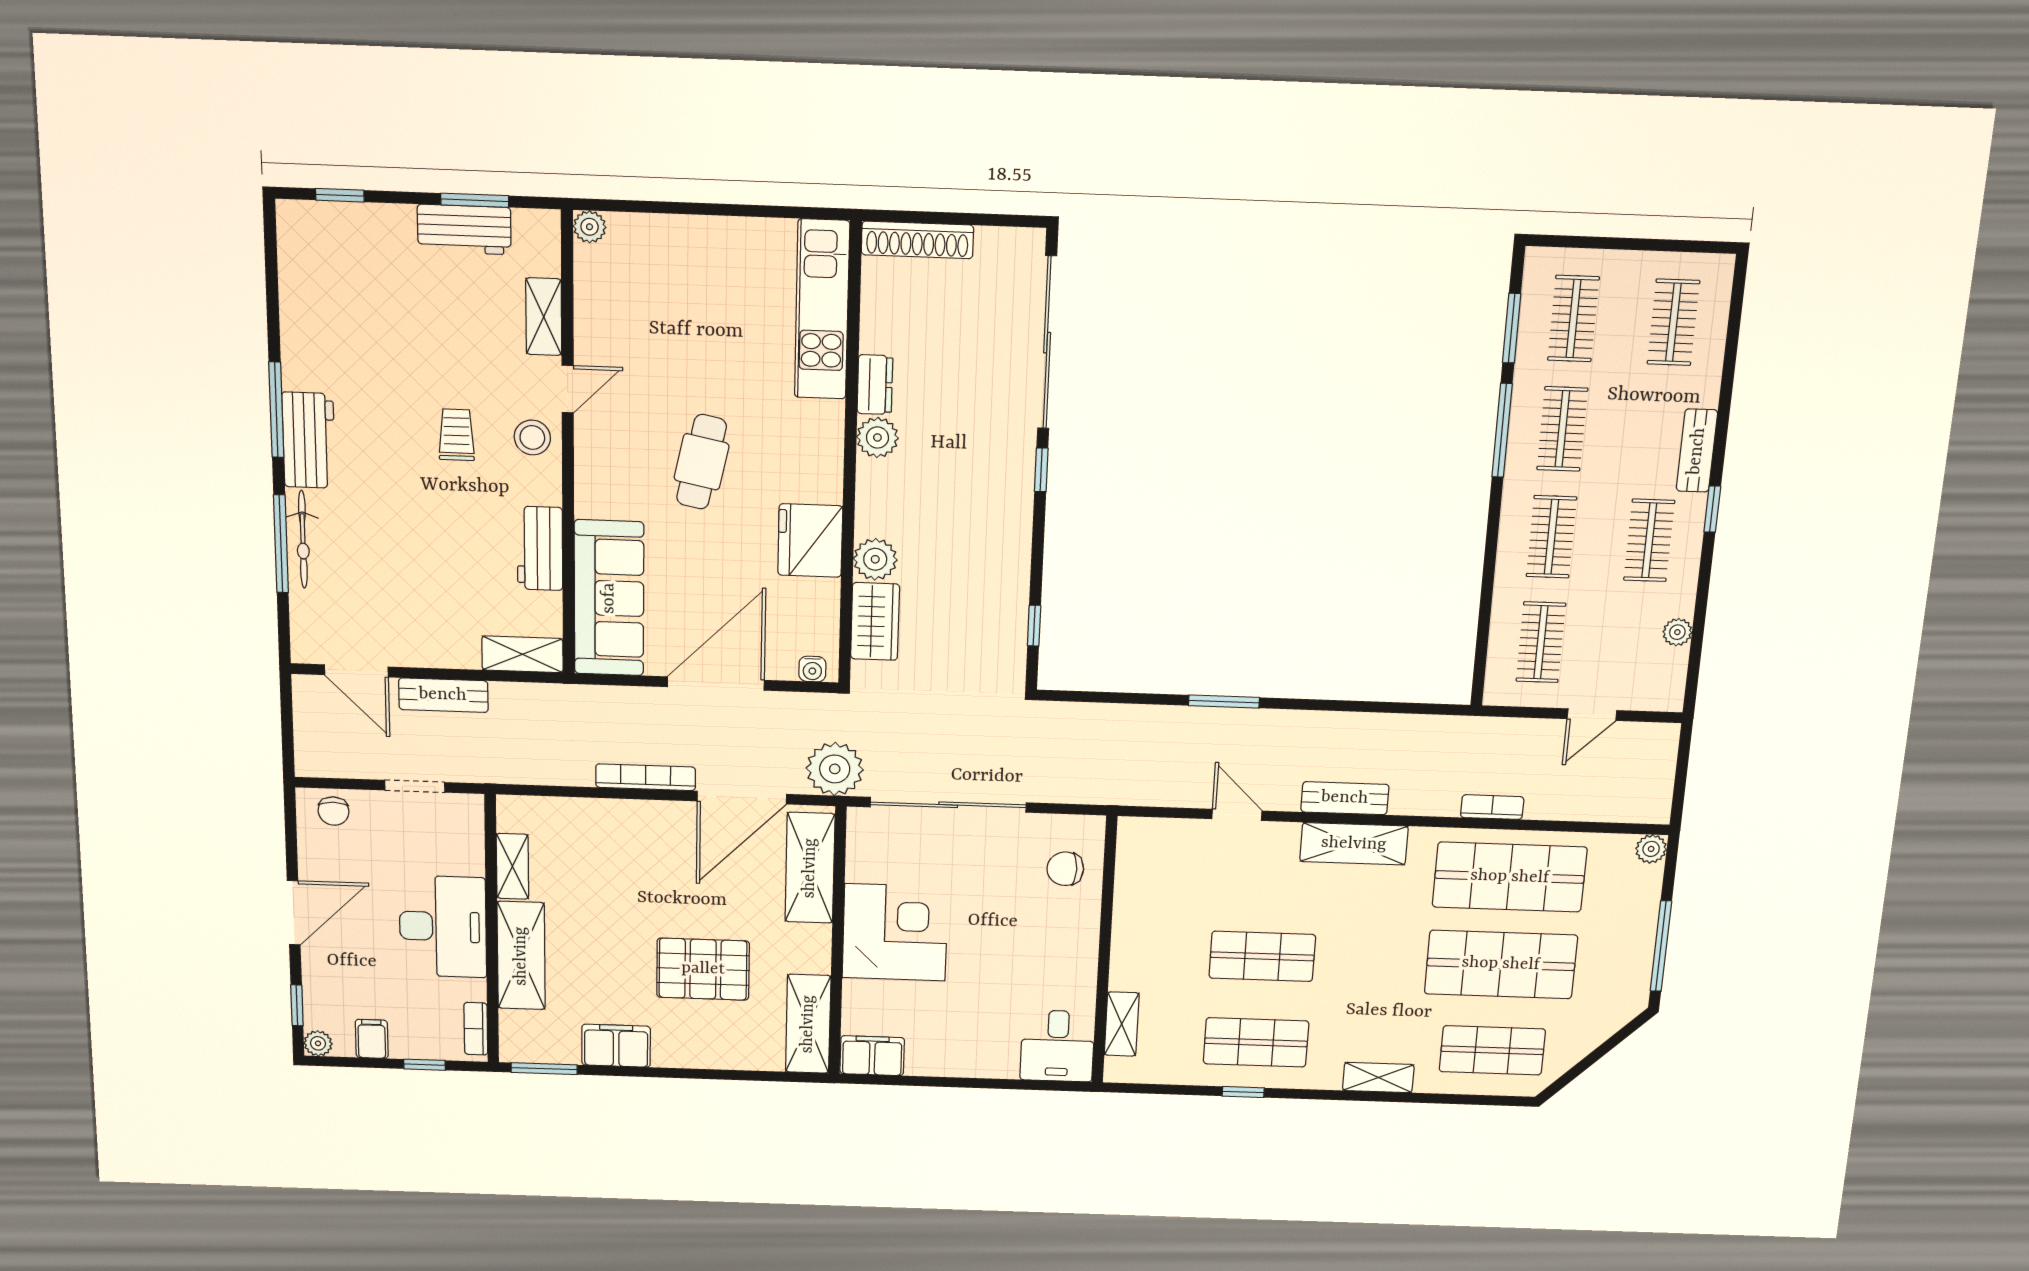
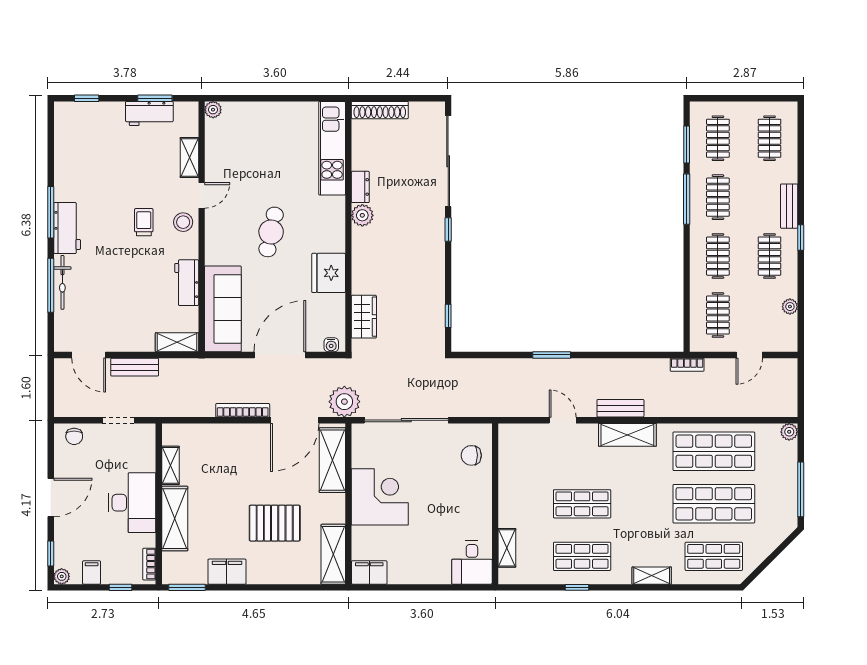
plant: (875, 559) -> (363, 282), removed
bookcase: (1492, 807) -> (687, 365), moved, turned 180

